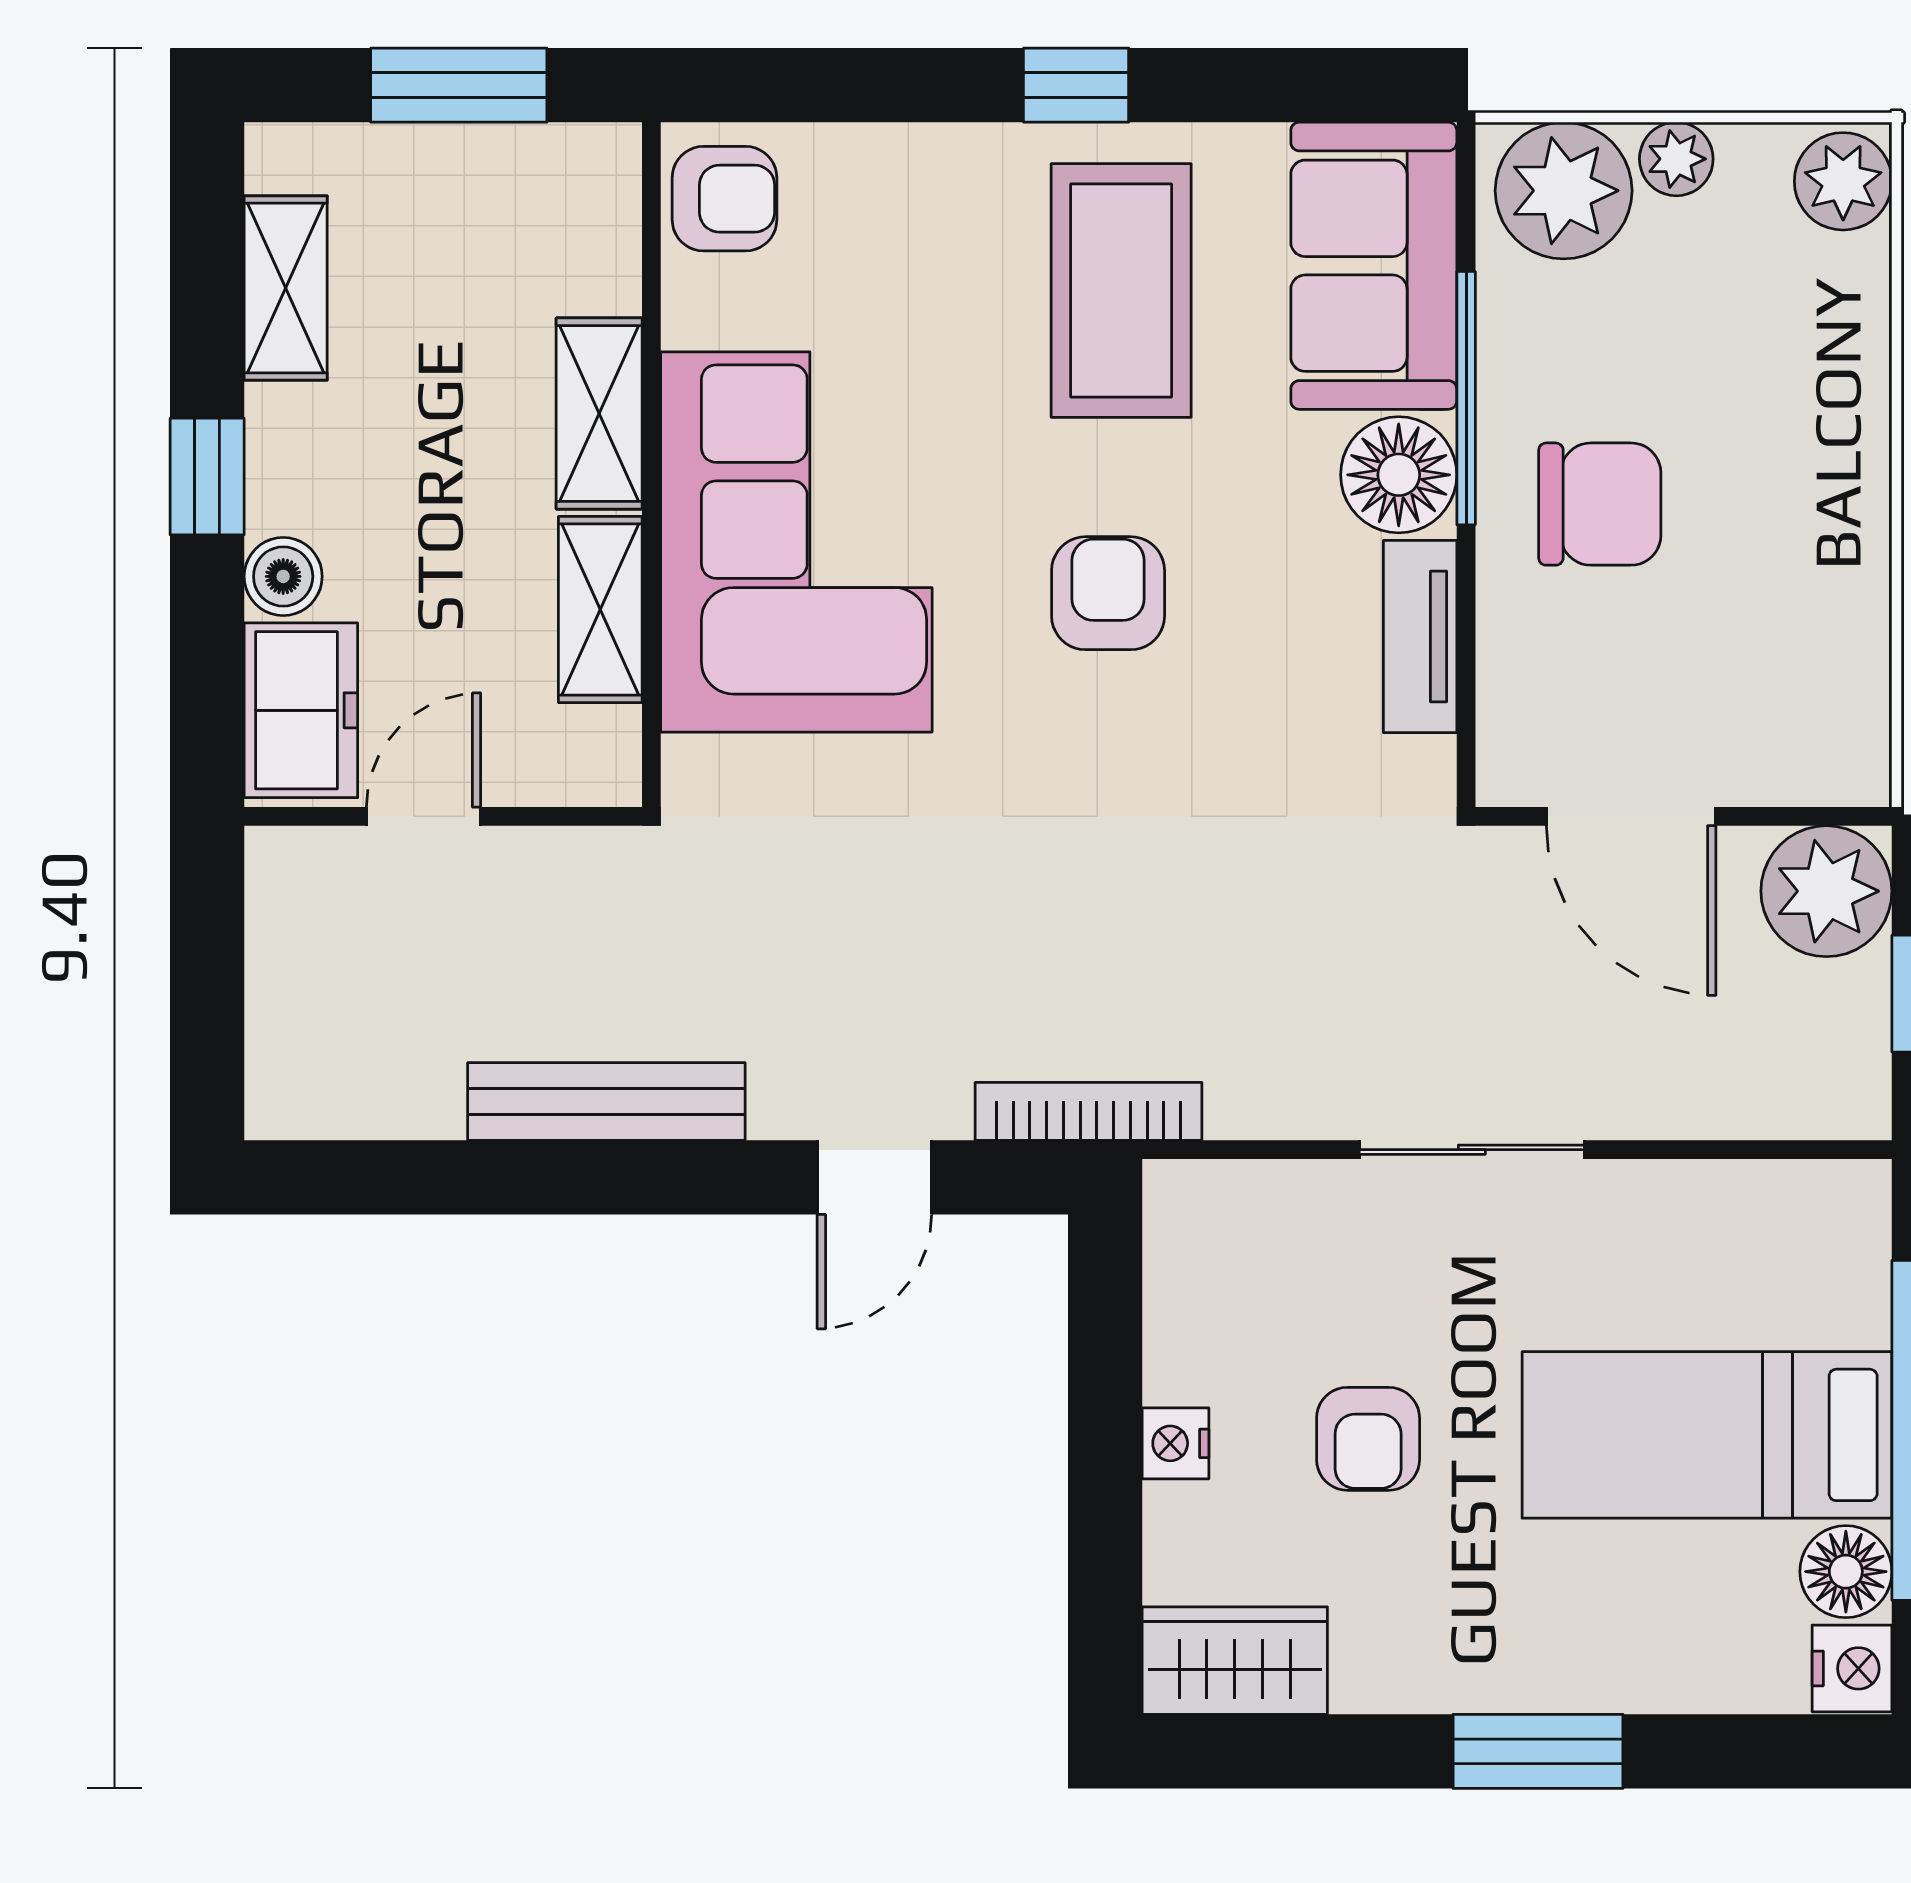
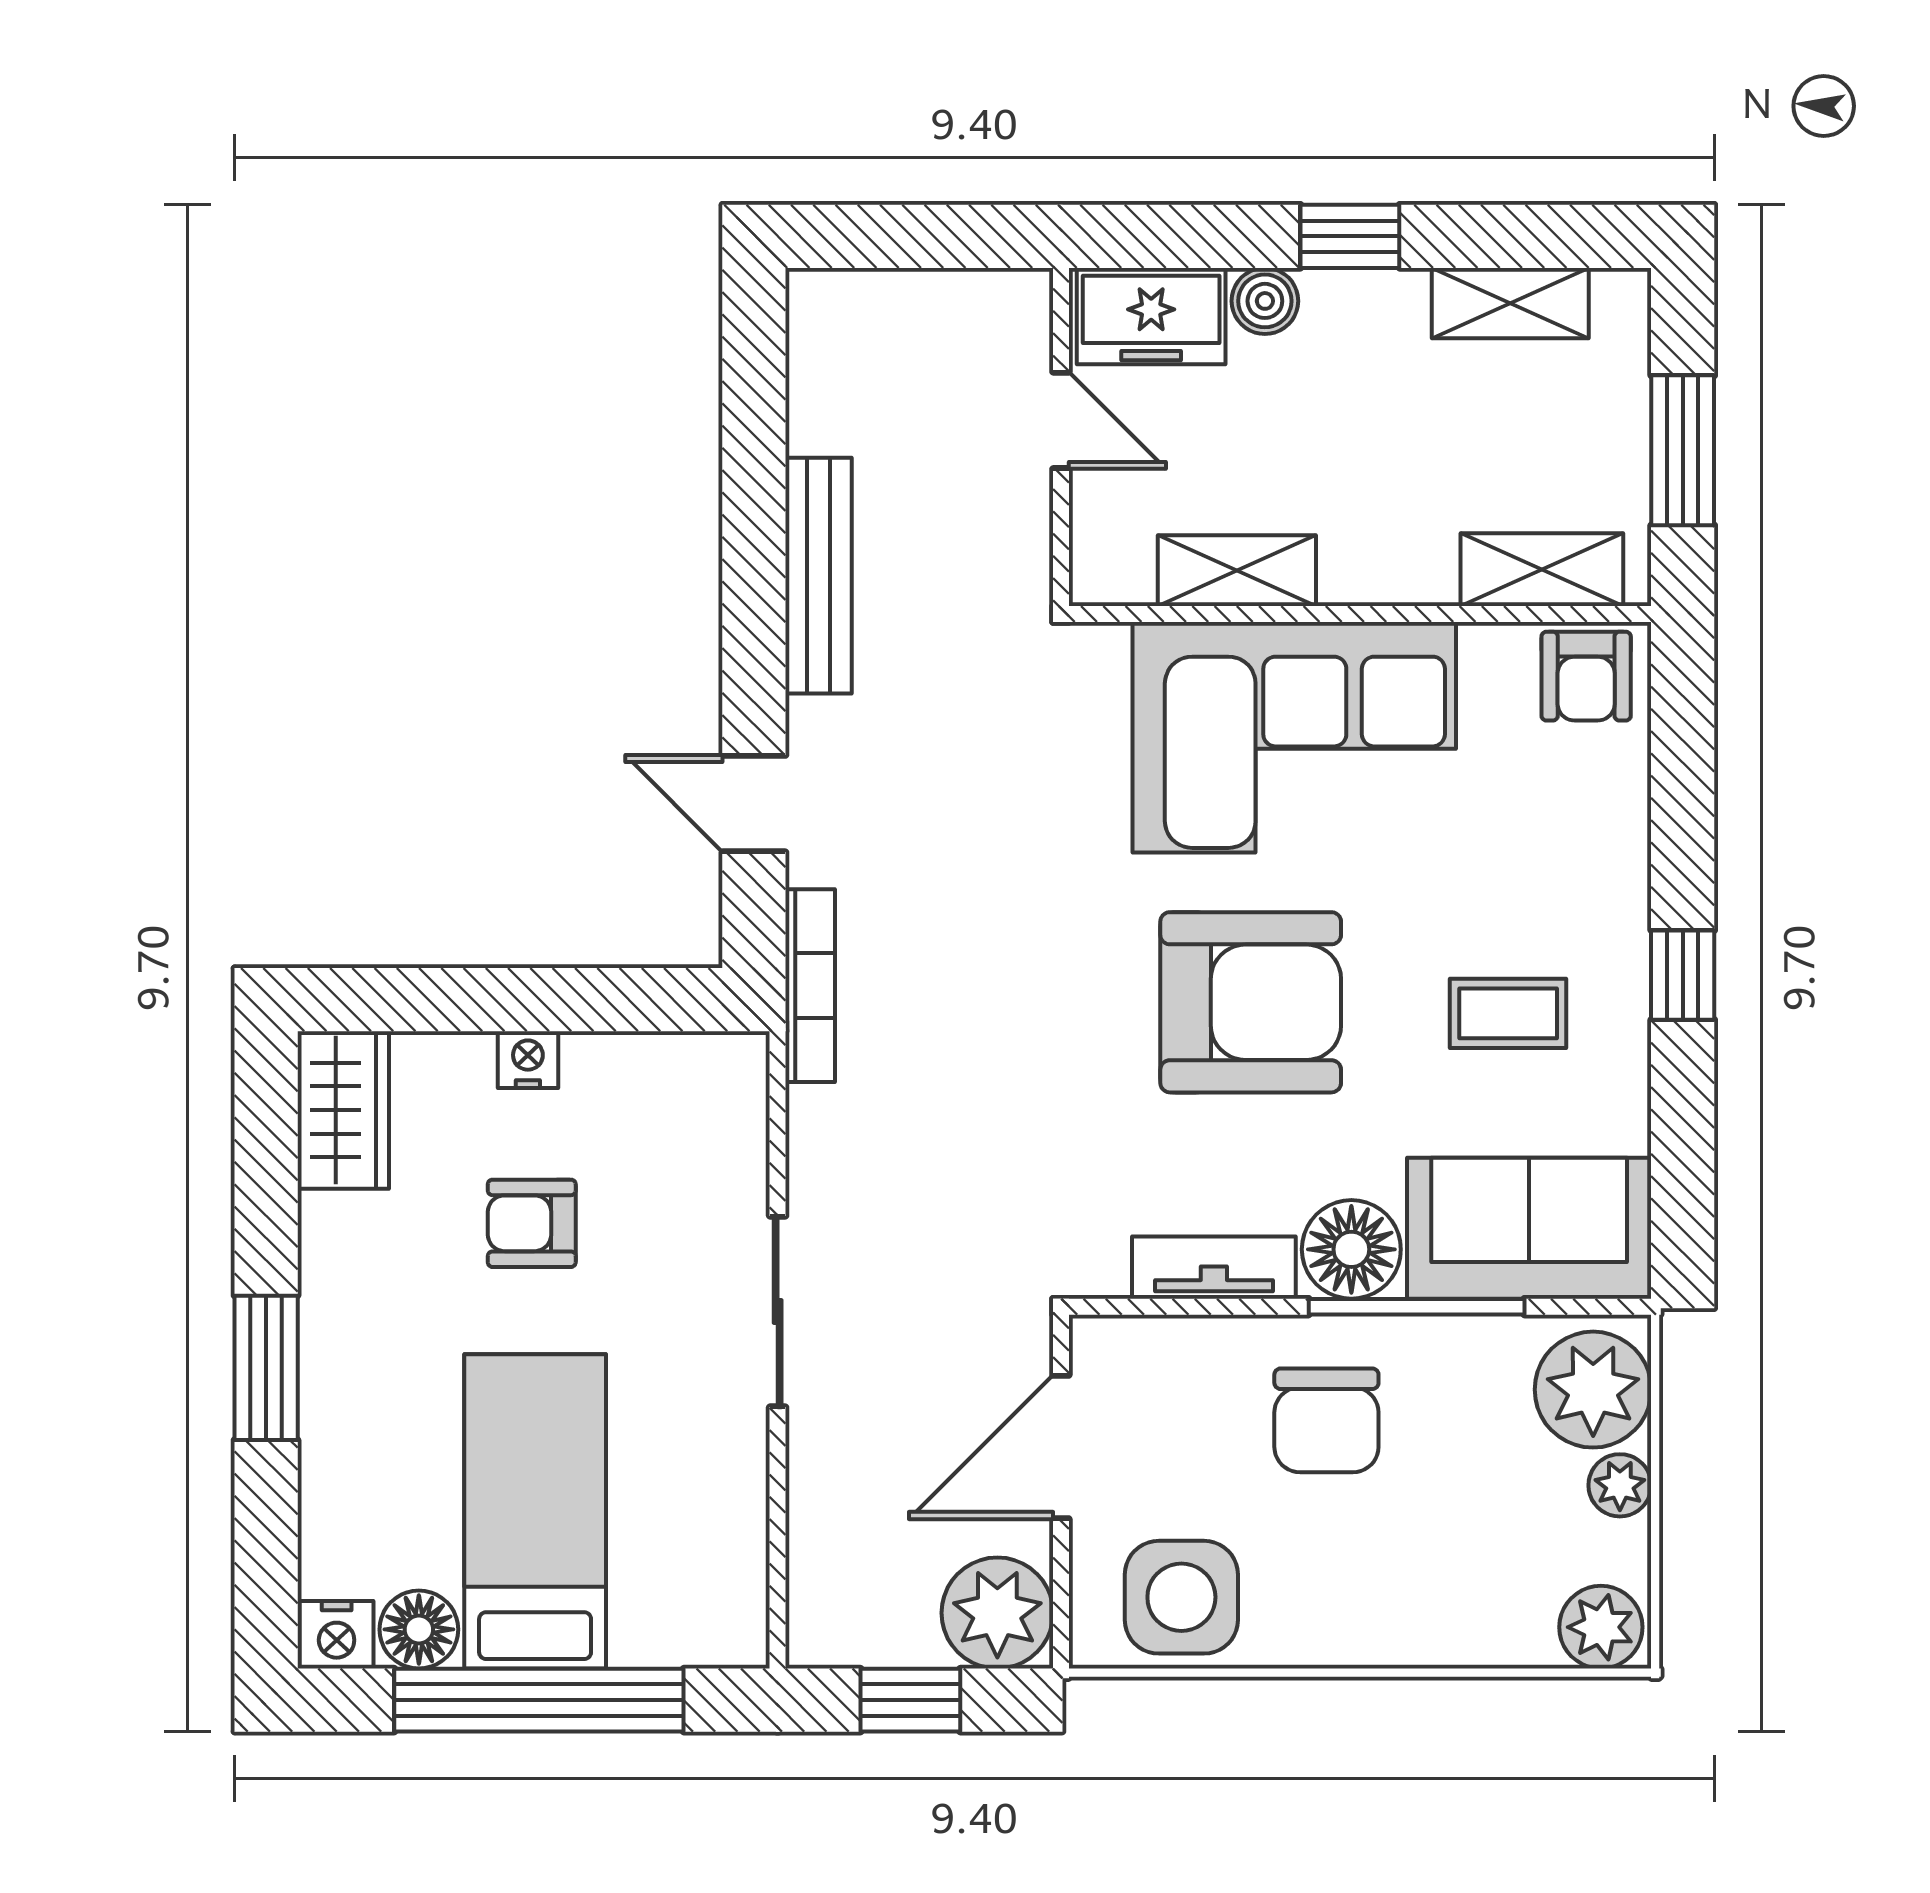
coffee table: (1121, 291) -> (1508, 1013), width x0.54, depth x0.58
shelving: (599, 413) -> (1542, 570), moved
armchair: (1108, 593) -> (1251, 1002), width x1.88, depth x1.88
side table: (1808, 675) -> (1181, 1597), added

